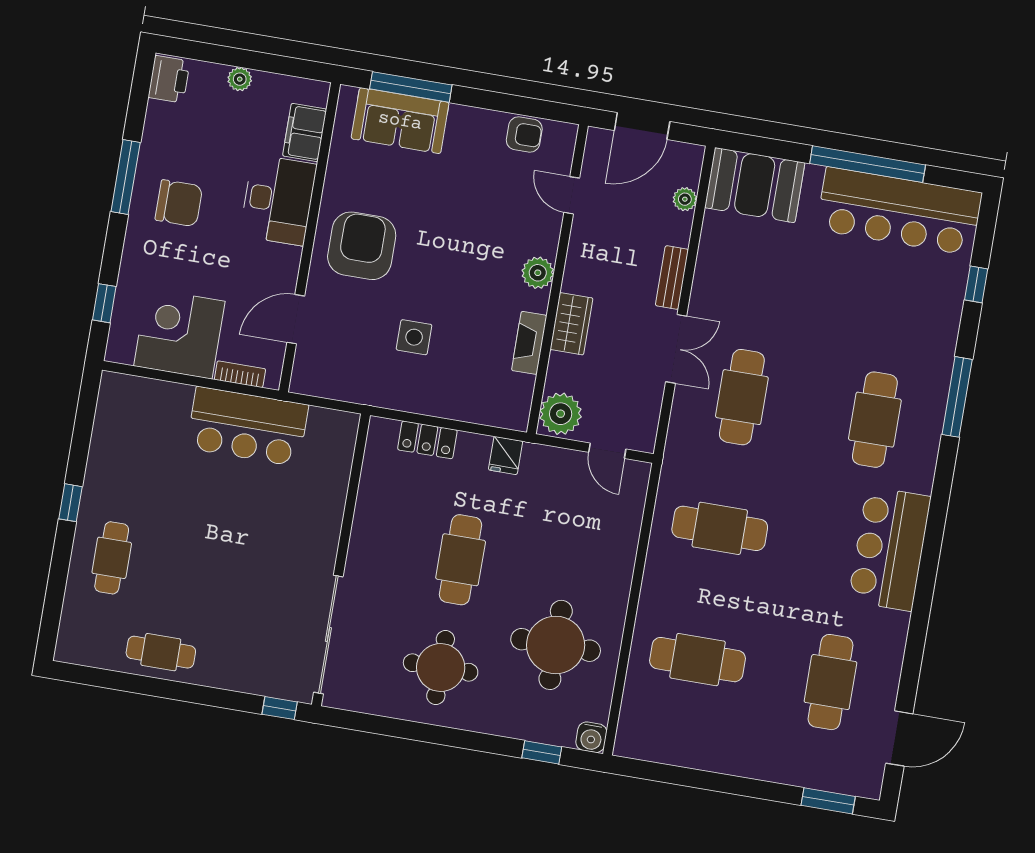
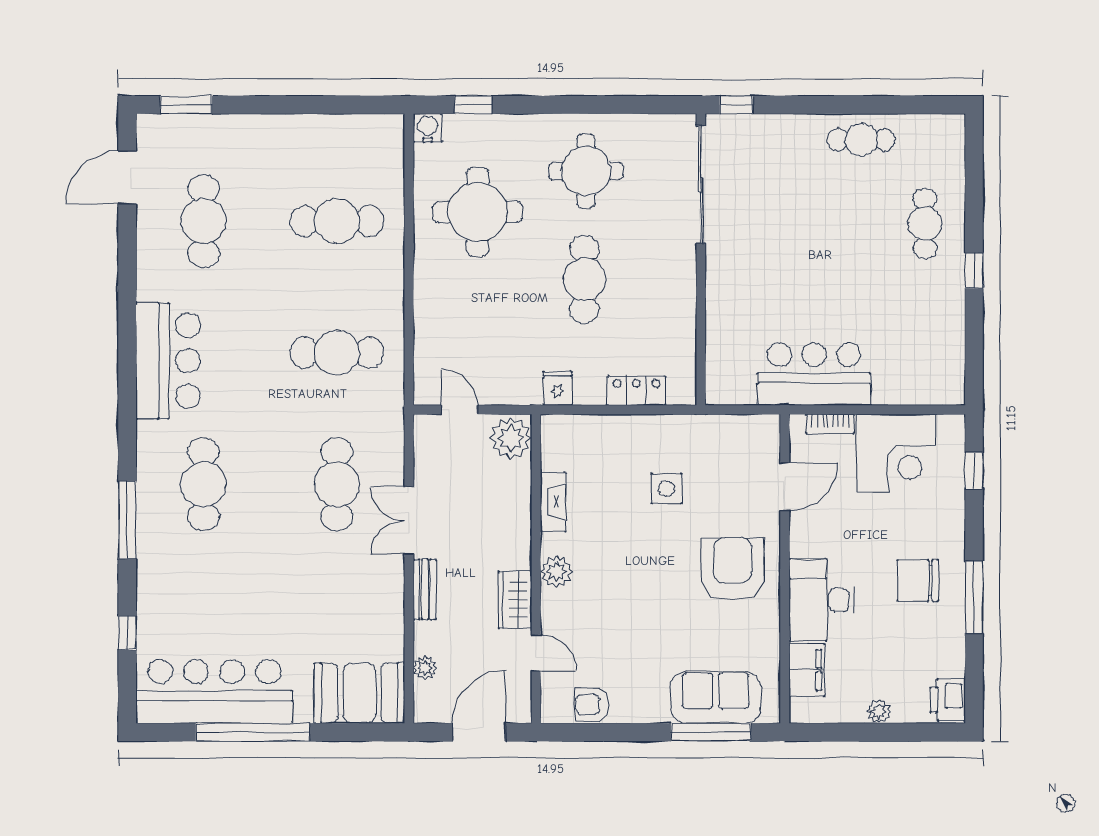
armchair: (362, 246) -> (732, 569), turned 180
wardrobe: (572, 324) -> (515, 600), moved

